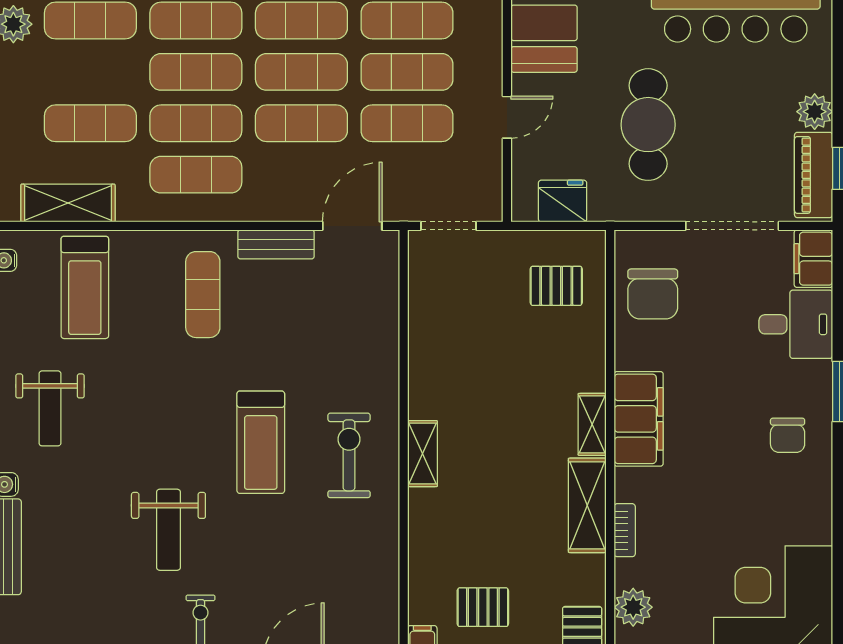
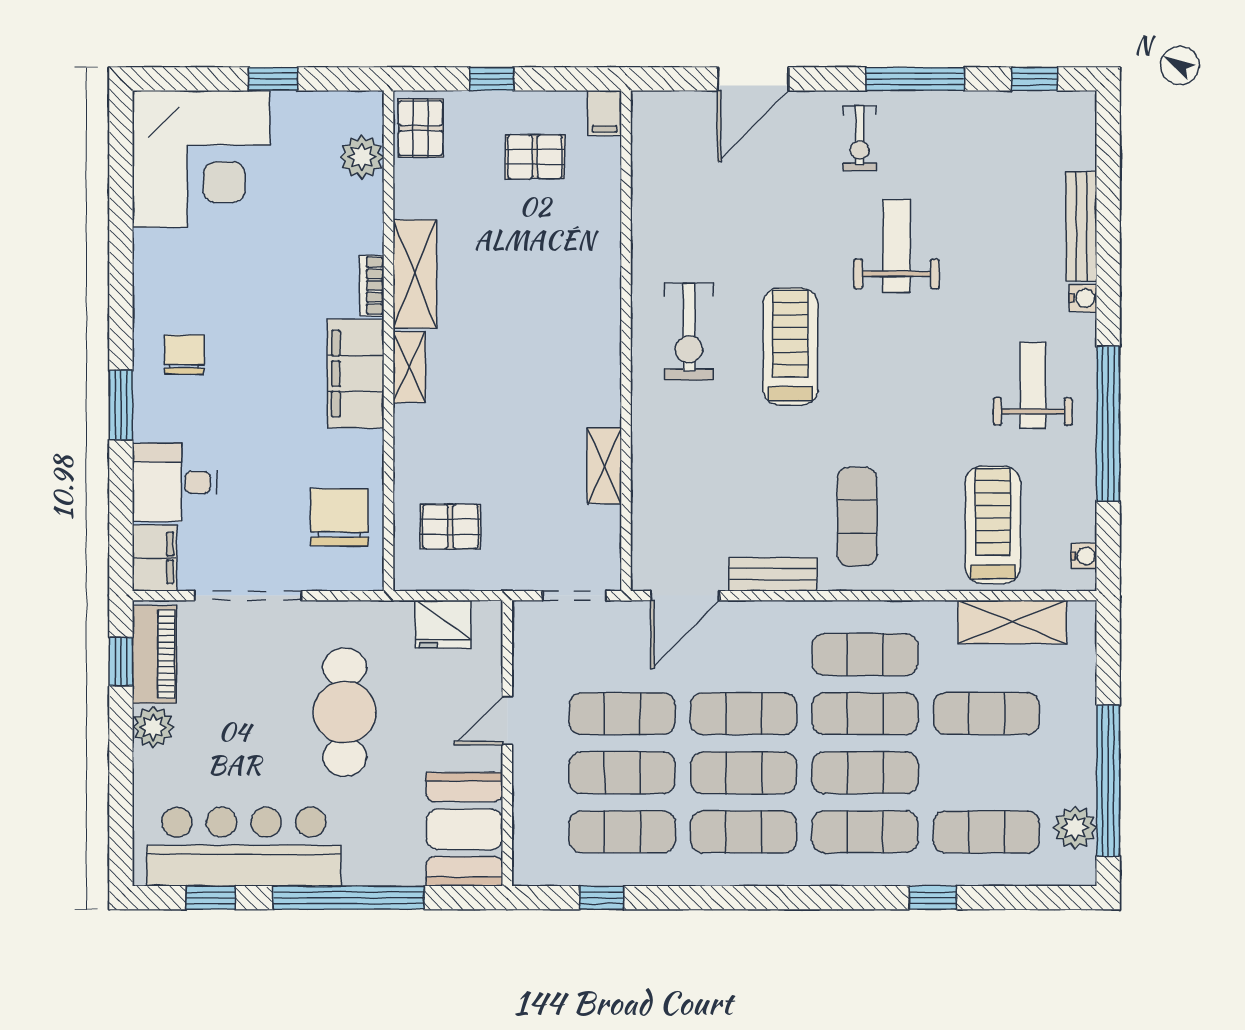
shelving: (422, 454) -> (604, 466), moved
bookcase: (625, 530) -> (372, 286), moved

